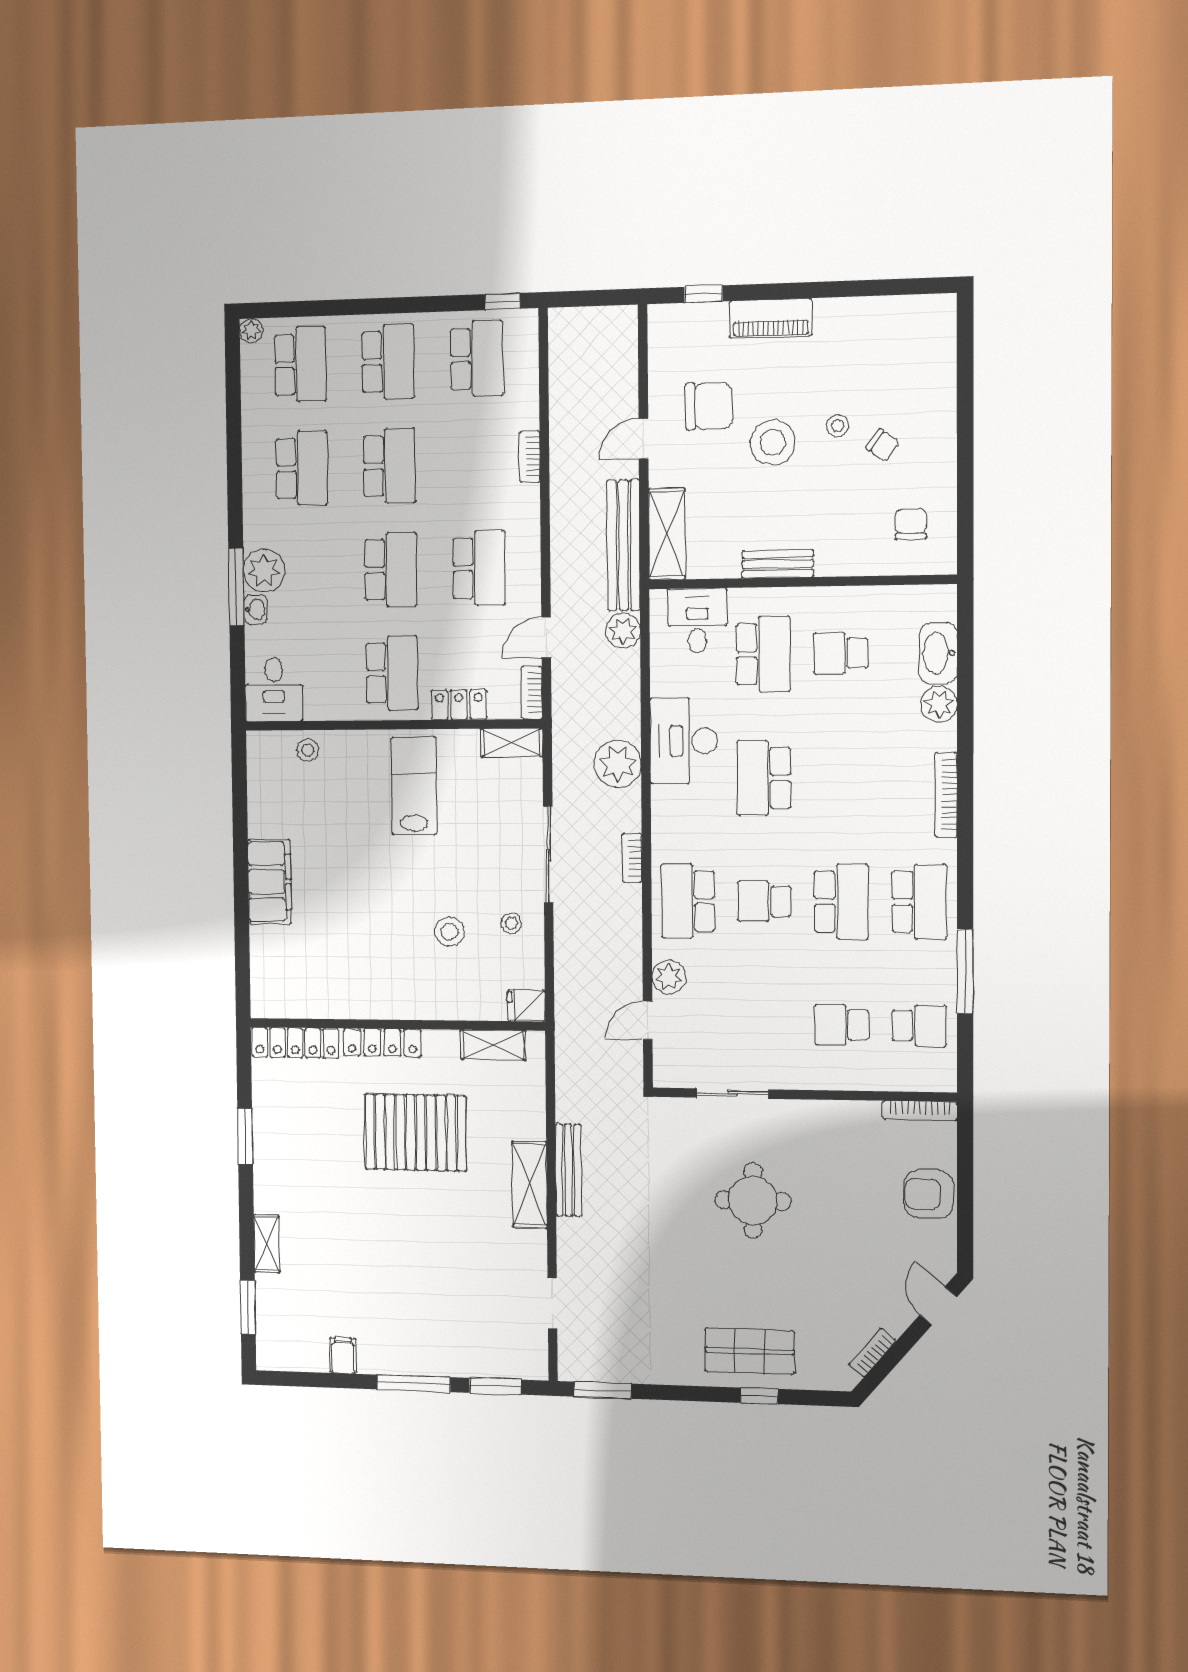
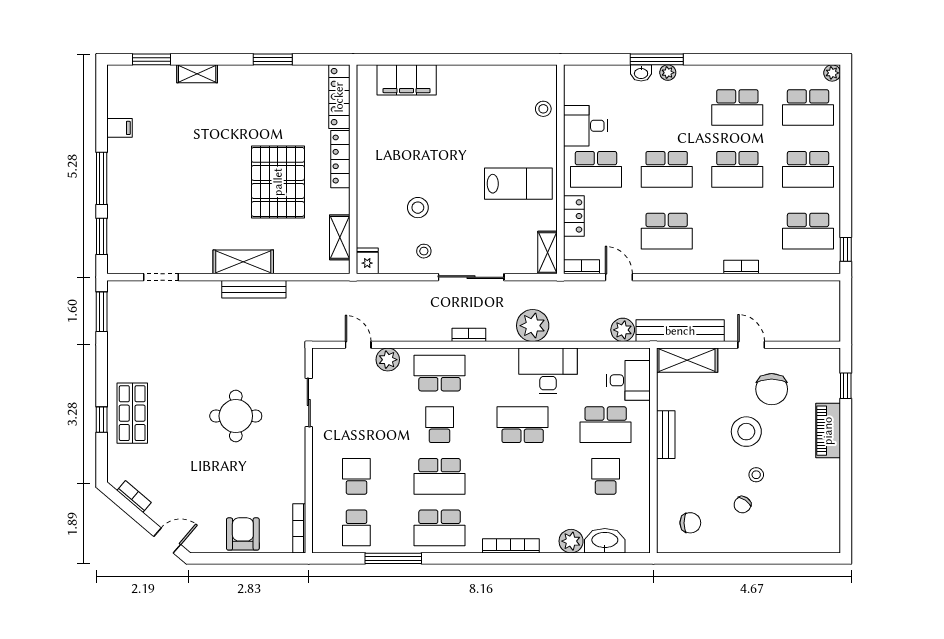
plant: (264, 570) -> (668, 73), width x0.53, depth x0.53
desk: (274, 690) -> (585, 126), moved
filing cabinet: (270, 882) -> (407, 80), moved

